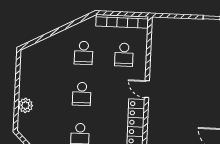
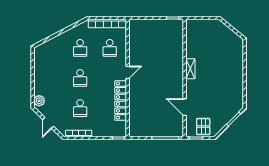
door: (147, 89) -> (128, 72), swing flipped
plant: (25, 105) -> (39, 101), moved

